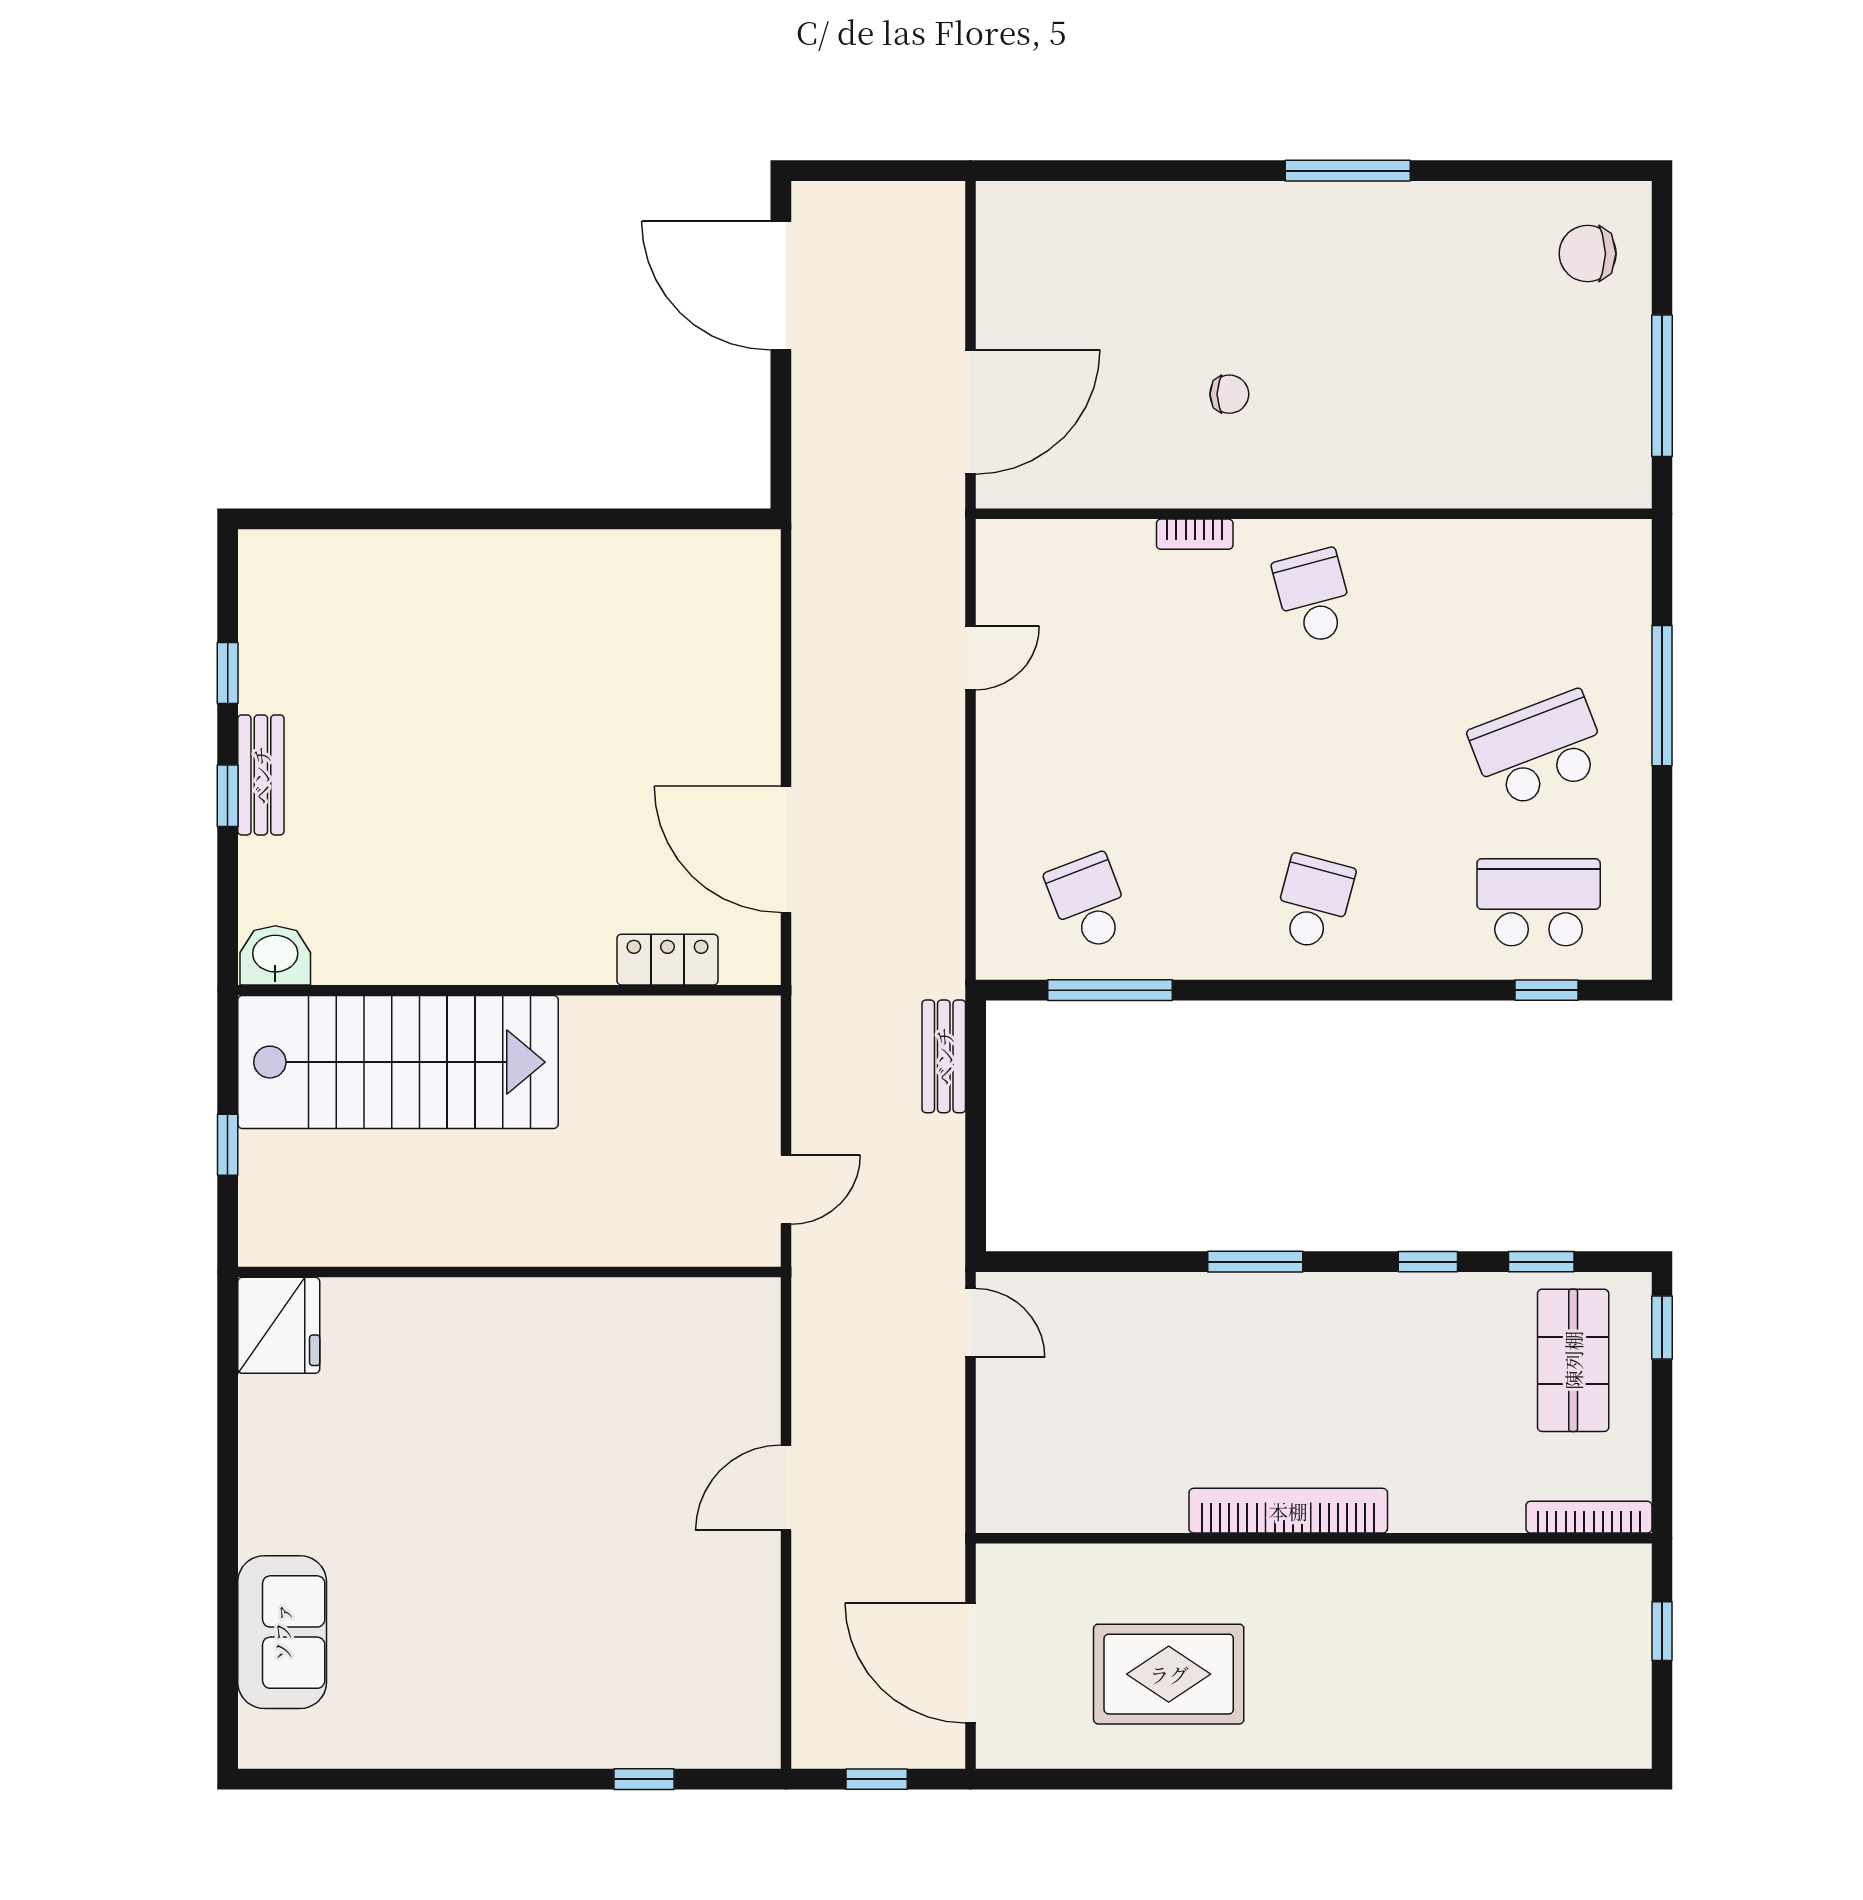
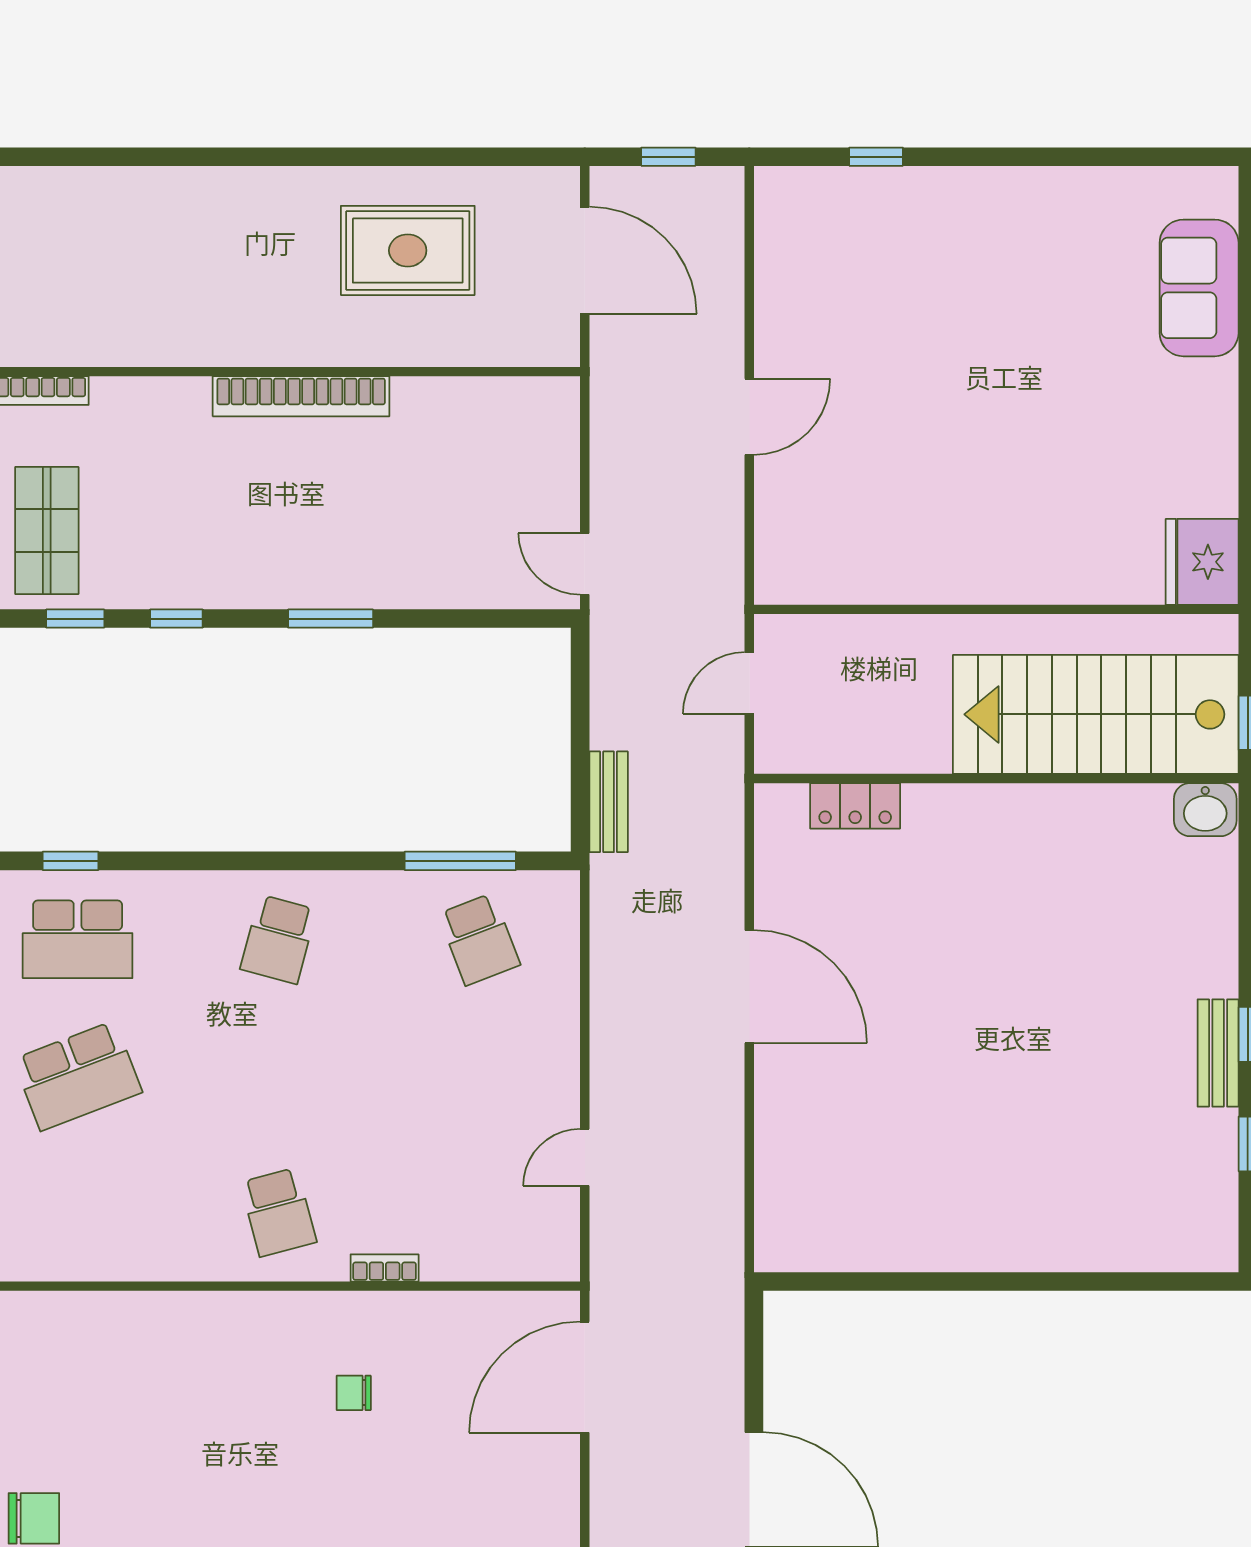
washbasin: (275, 955) -> (1205, 810), moved
locker: (667, 960) -> (855, 806), moved
wall: (509, 990) -> (996, 779), moved
stairs: (398, 1062) -> (1096, 714), moved

